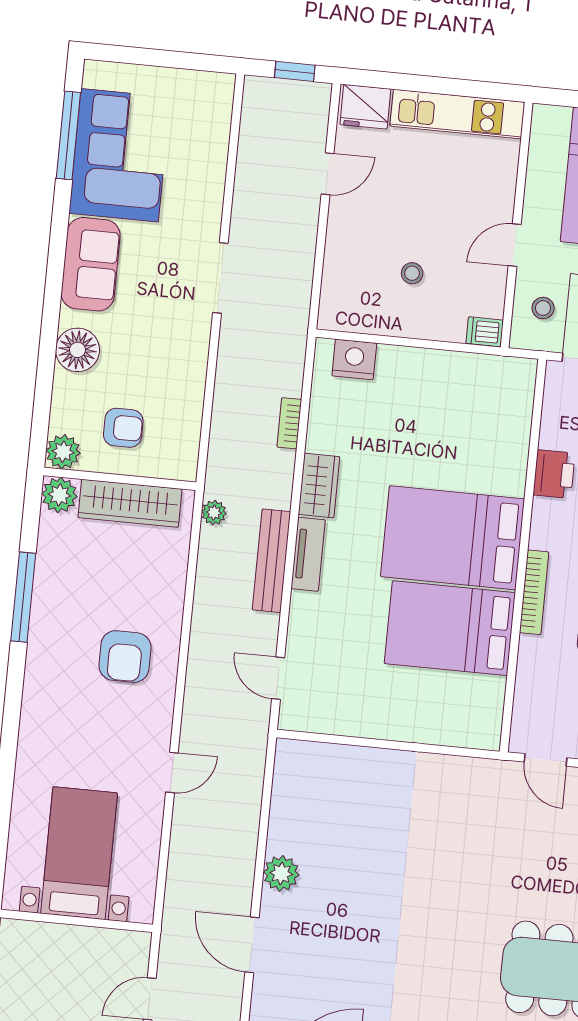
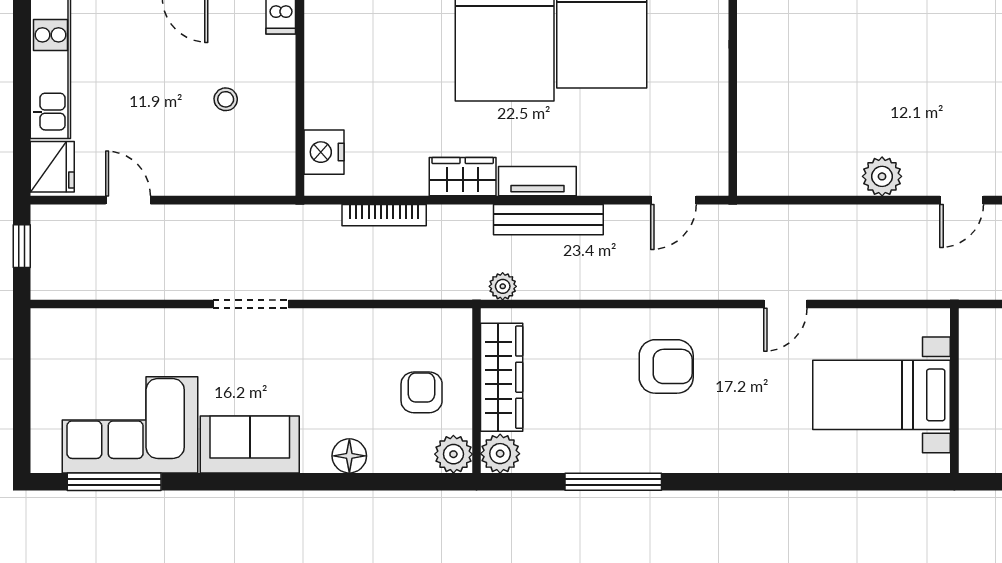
floor lamp: (77, 350) -> (349, 456), width x0.73, depth x0.73
bookcase: (289, 423) -> (384, 215), width x1.56
door: (172, 772) -> (785, 304), swing flipped
door: (252, 945) -> (962, 200), width x0.73

